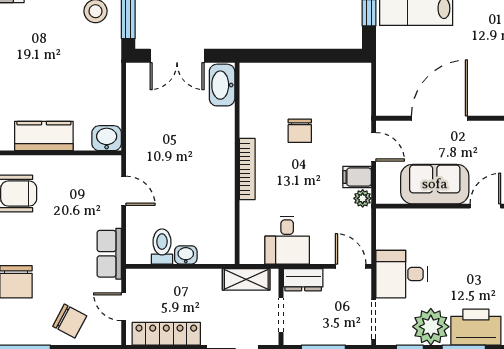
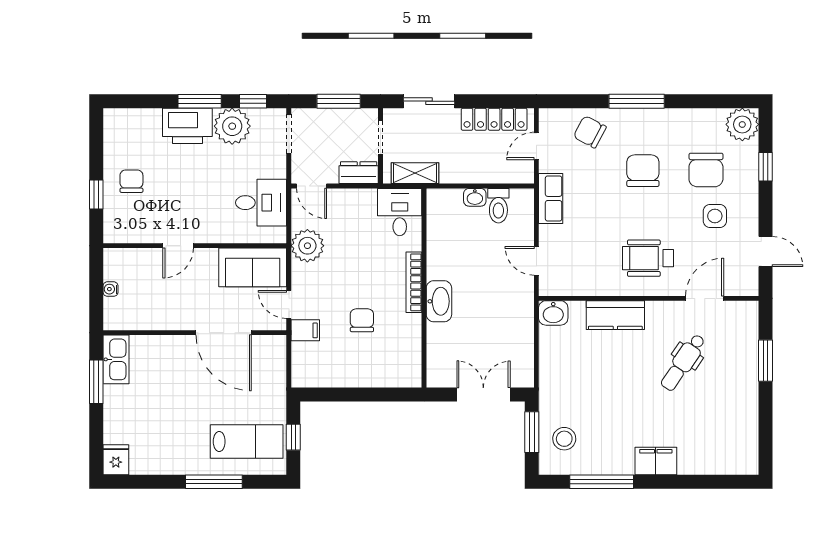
washbasin: (222, 85) -> (439, 301), moved
door: (439, 118) -> (224, 333), hinge flipped
filing cabinet: (357, 177) -> (305, 330), moved
sofa: (435, 184) -> (253, 267), moved
plant: (363, 198) -> (307, 246), width x1.88, depth x1.88
desk: (287, 240) -> (400, 212), moved
desk: (402, 274) -> (261, 203), moved
door: (124, 307) -> (536, 146), swing flipped

